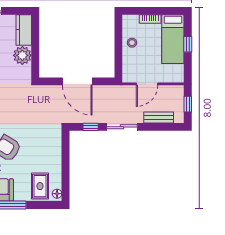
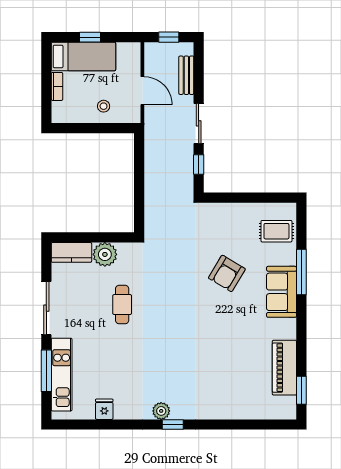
stool: (132, 43) -> (104, 106), moved
door: (77, 81) -> (139, 182), removed
floor lamp: (57, 194) -> (286, 209), removed

